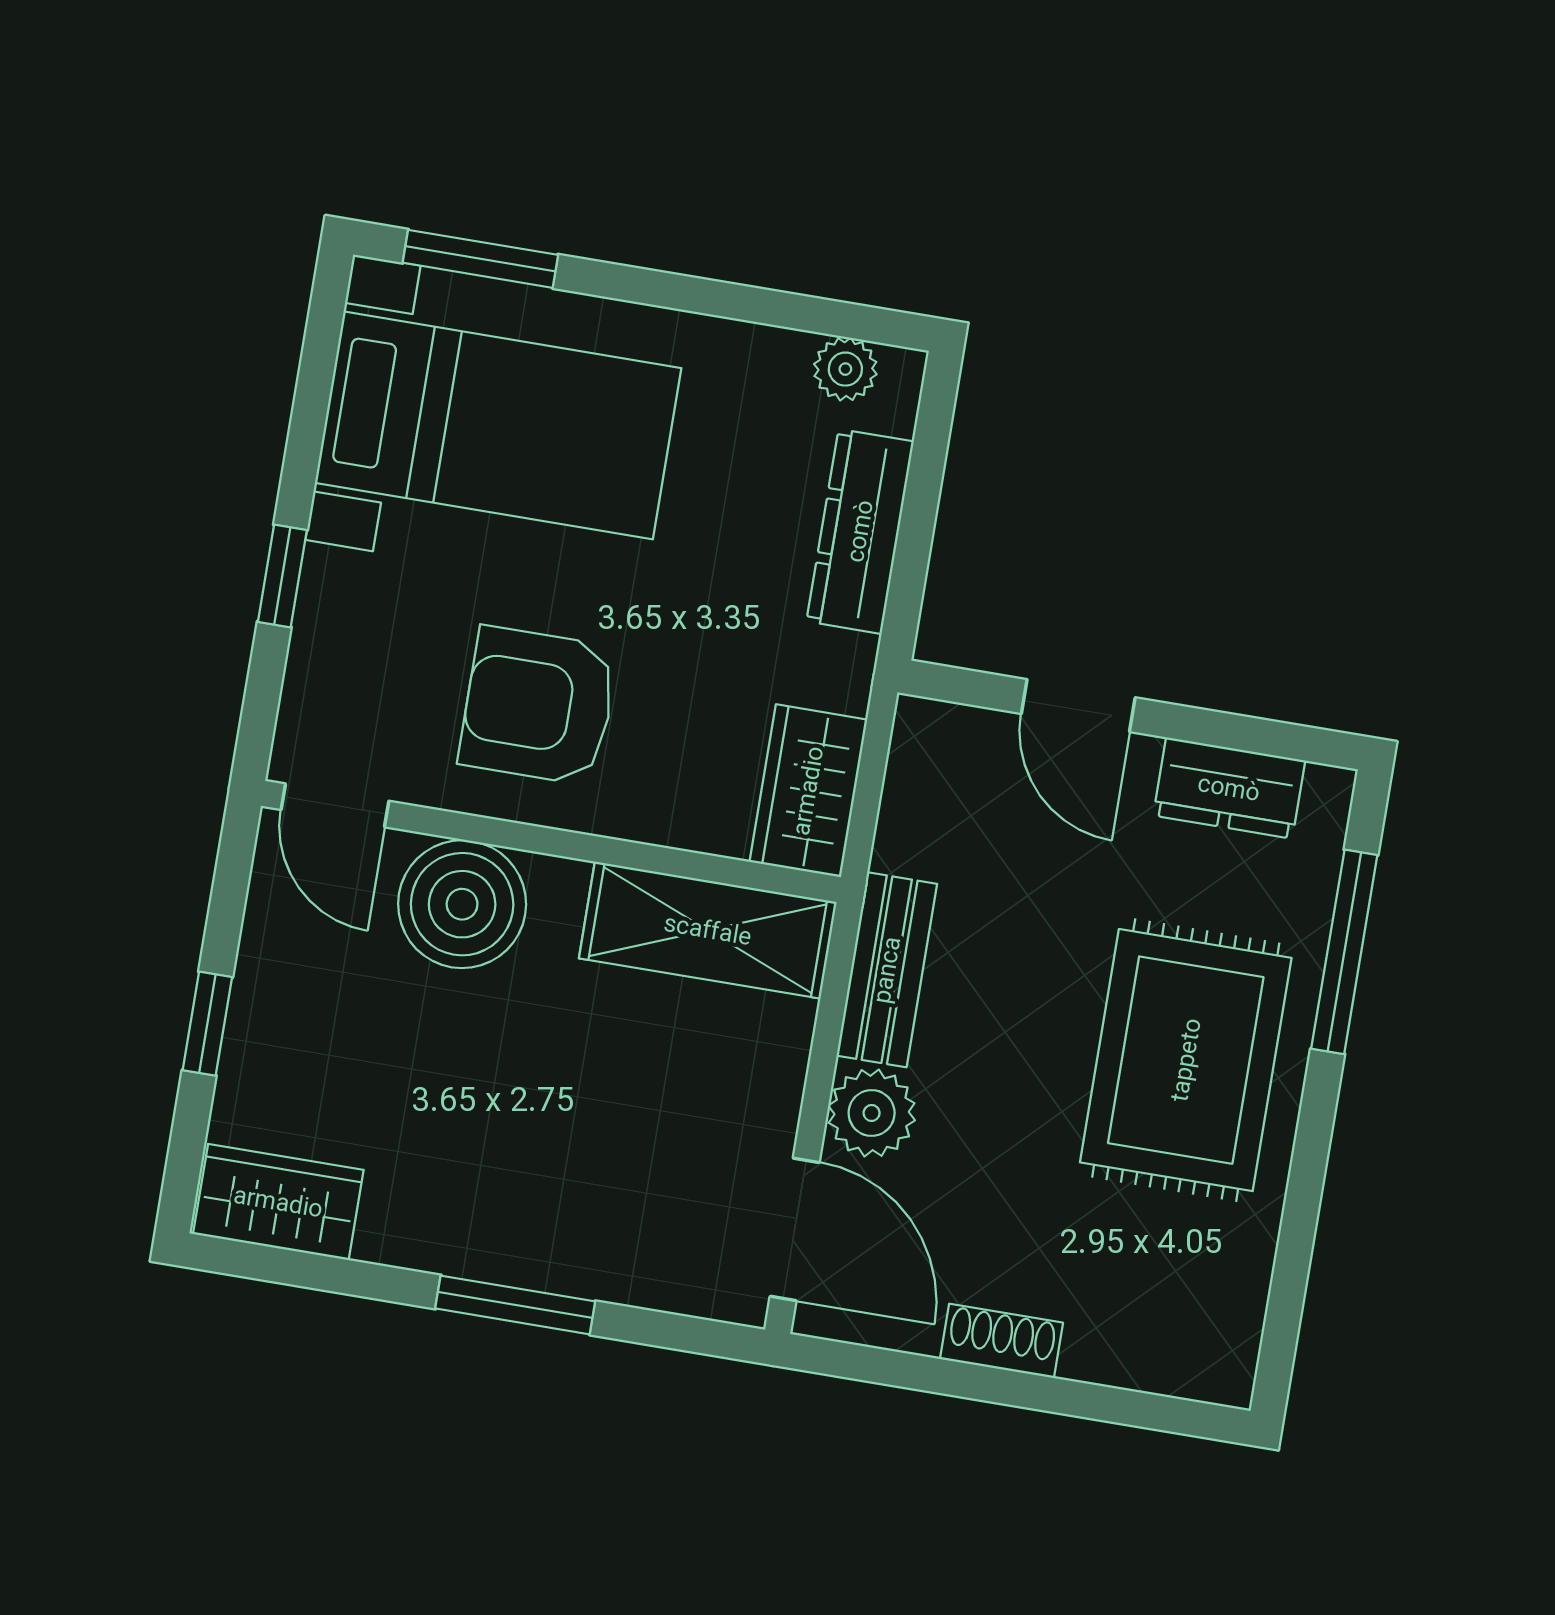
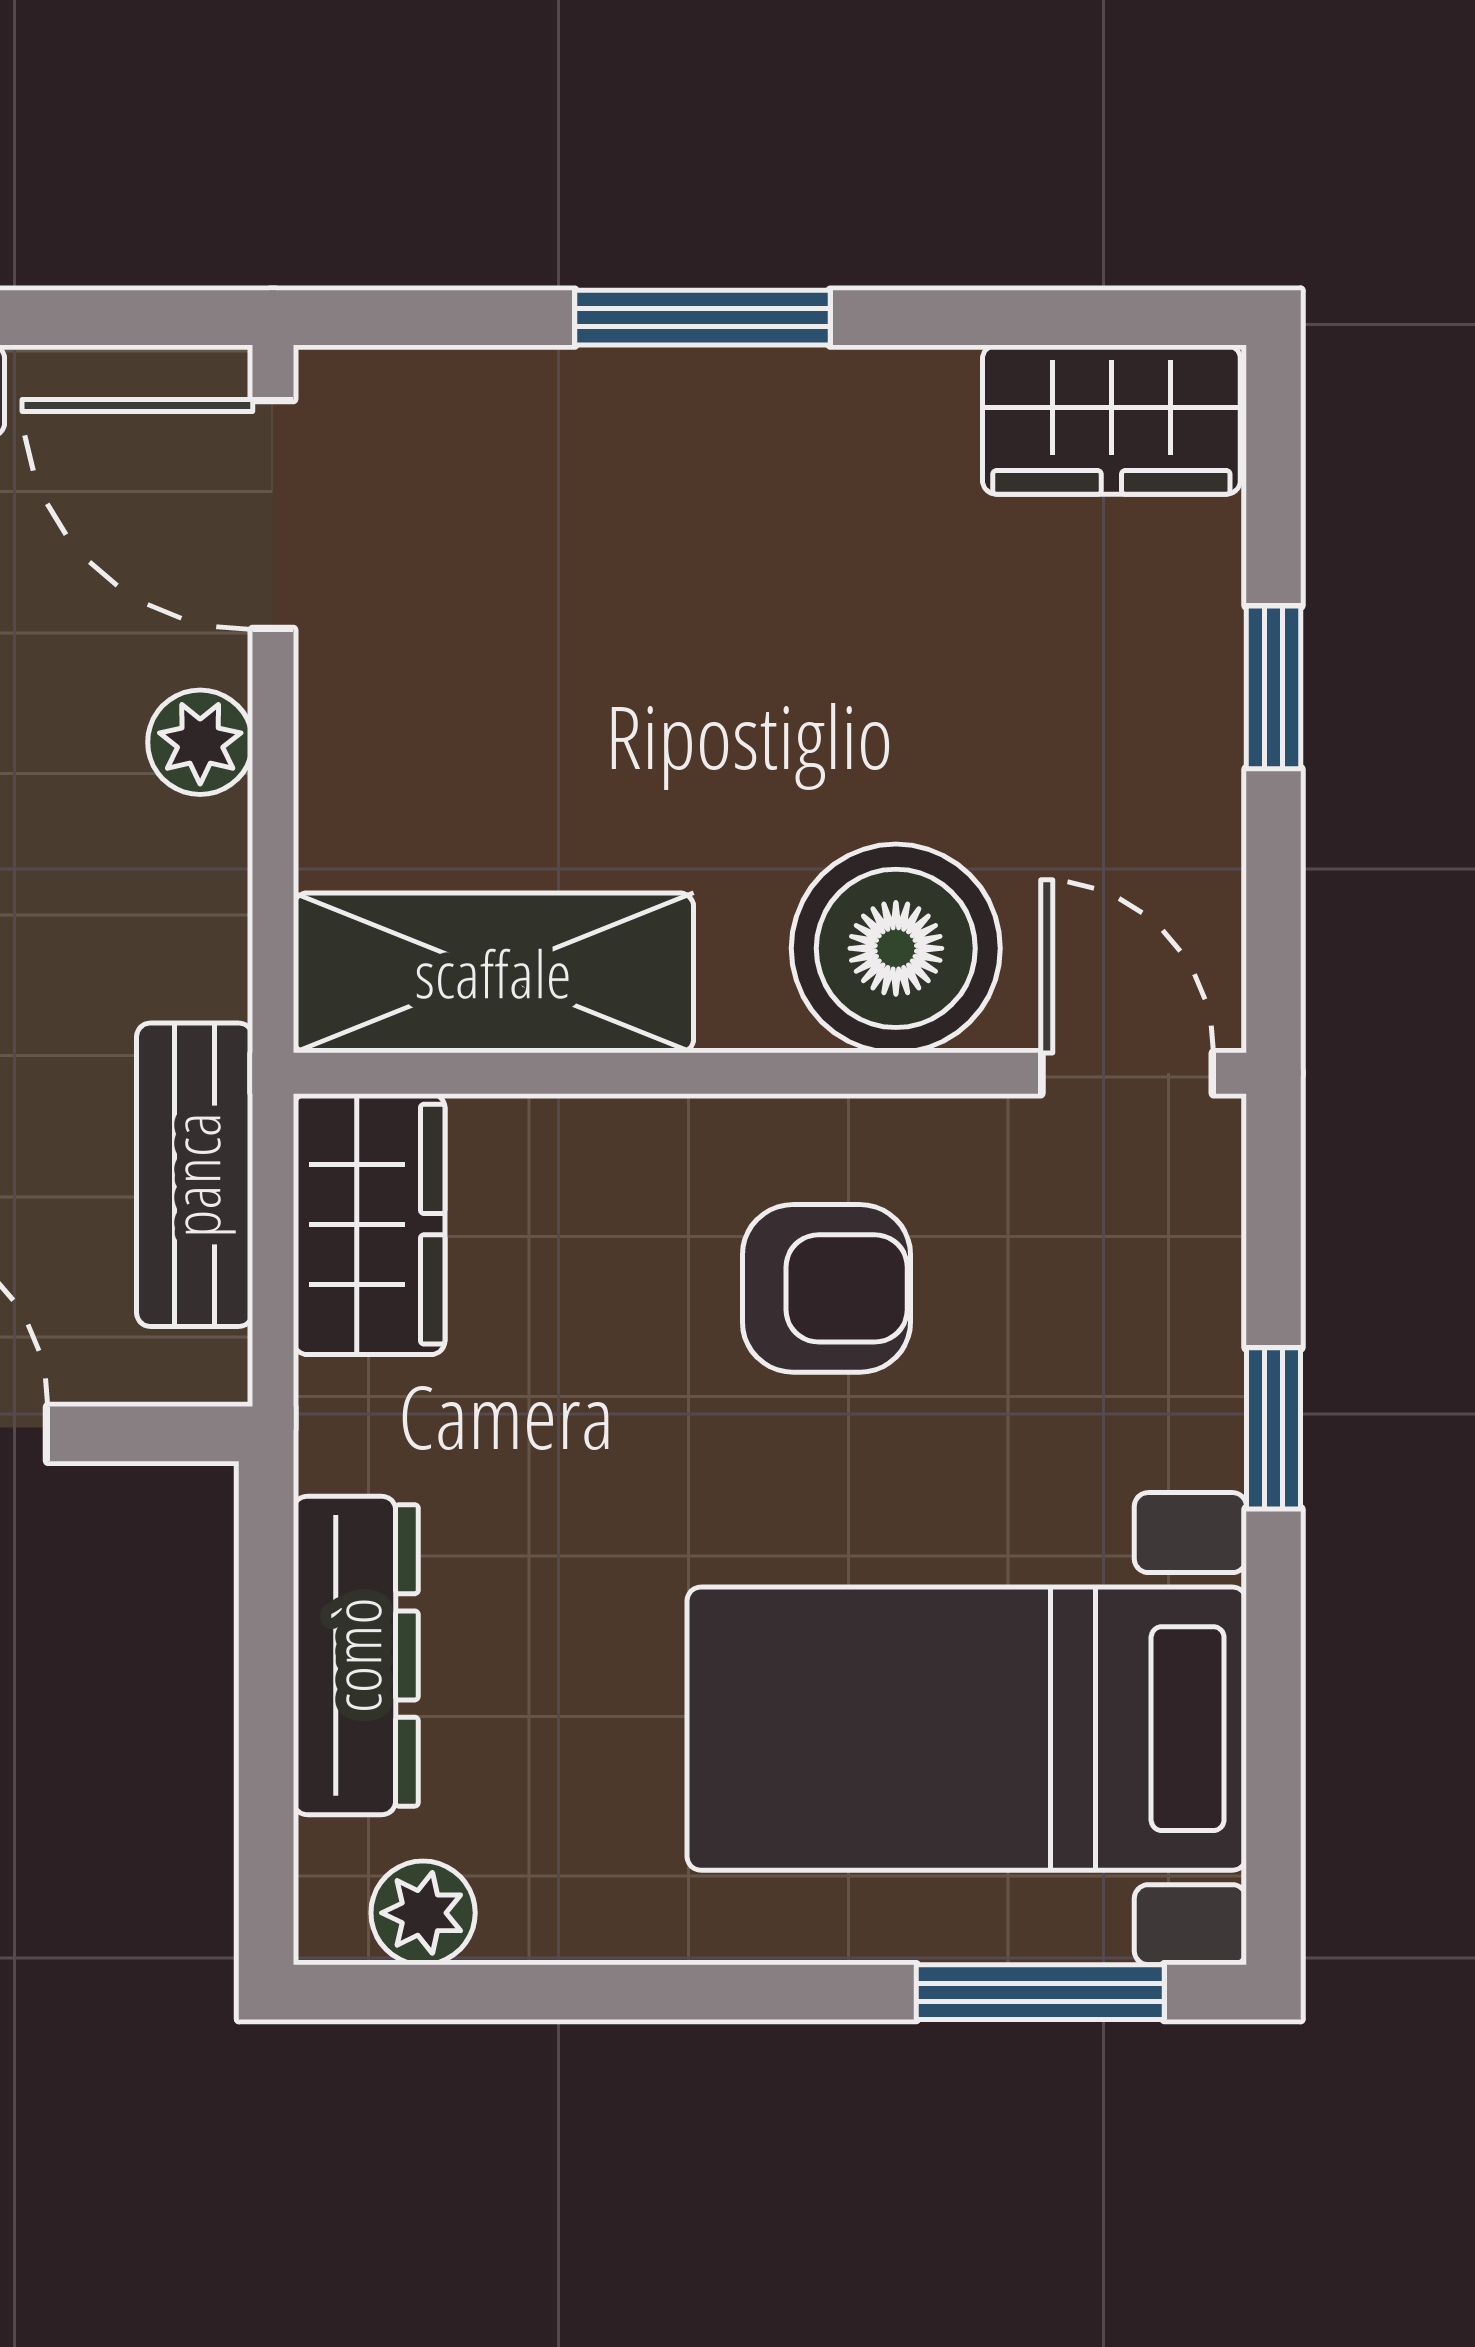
armchair: (538, 706) -> (826, 1288), width x0.72, depth x0.72
bench: (887, 970) -> (195, 1175), moved
plant: (872, 1113) -> (200, 742), width x0.73, depth x0.73

